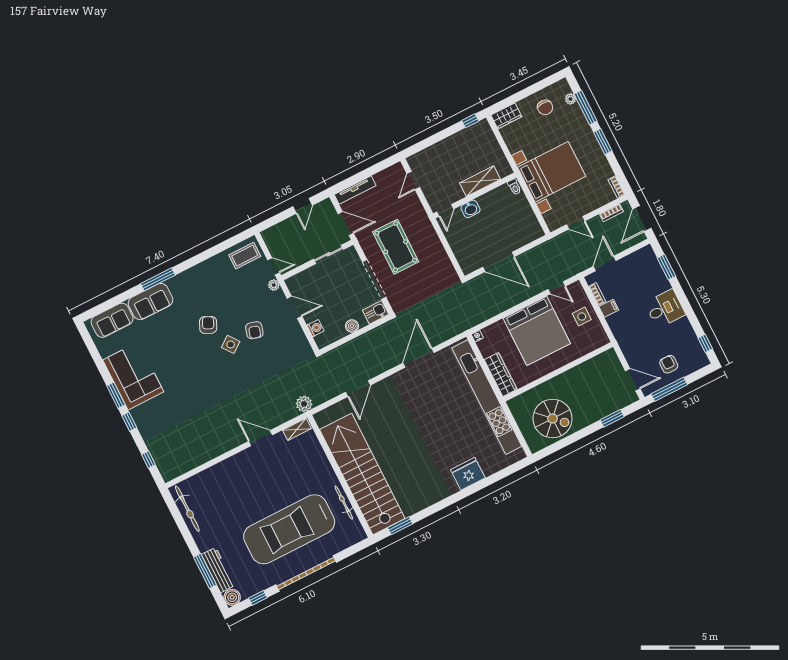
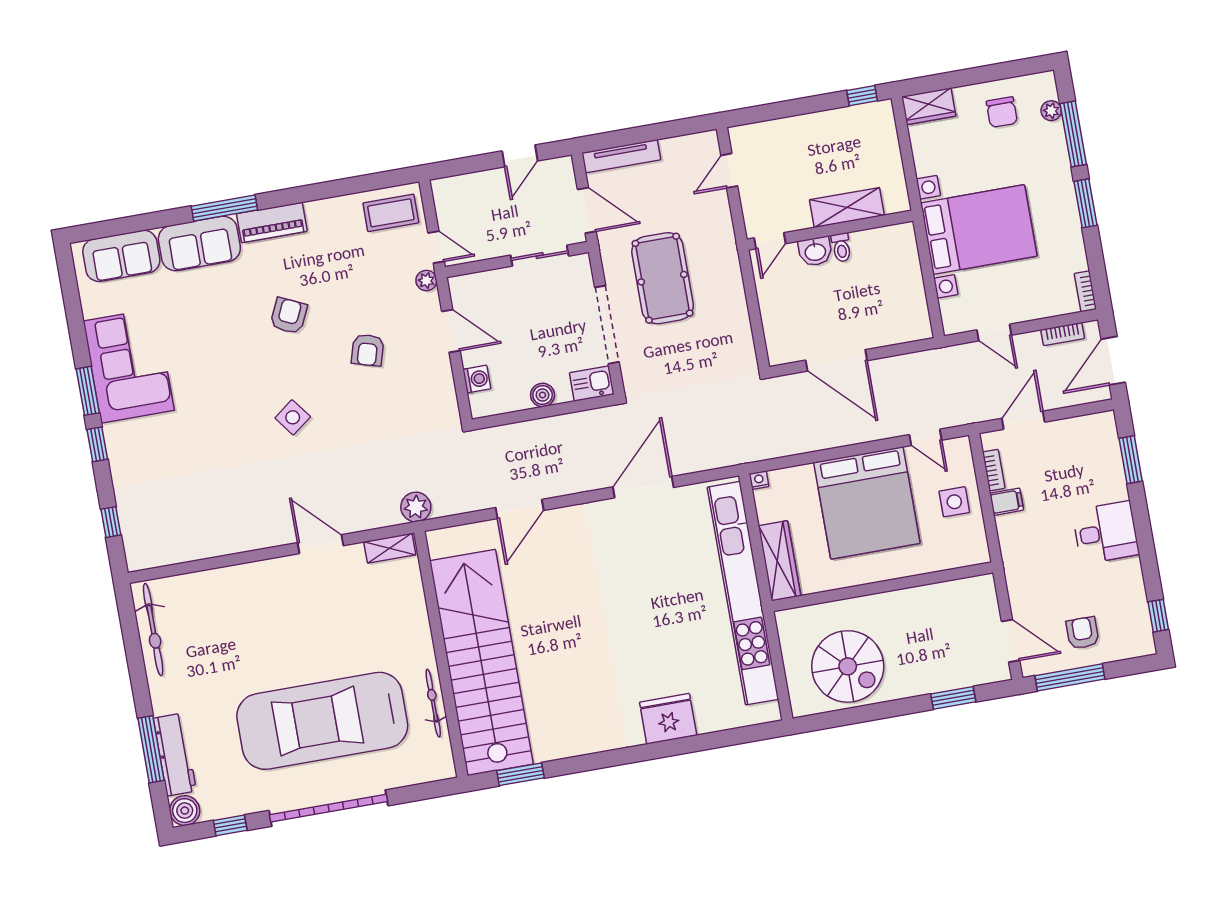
toilet: (514, 187) -> (841, 247), moved
piano: (185, 279) -> (272, 223), added
side table: (231, 344) -> (293, 417), moved

